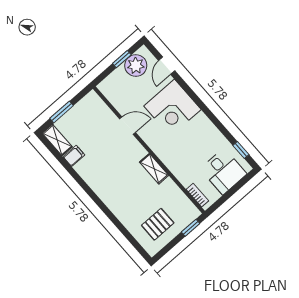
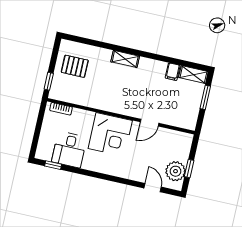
corner desk: (172, 108) -> (110, 134), moved, turned 180
shelving: (154, 169) -> (125, 59), moved
desk: (223, 171) -> (69, 150), moved, turned -90
pallet: (158, 224) -> (75, 66), turned 90

